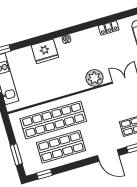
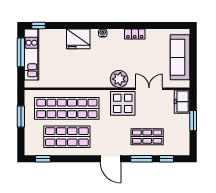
locker: (109, 28) -> (135, 34), moved
display table: (105, 100) -> (123, 103), added
window: (16, 155) -> (21, 116), moved

